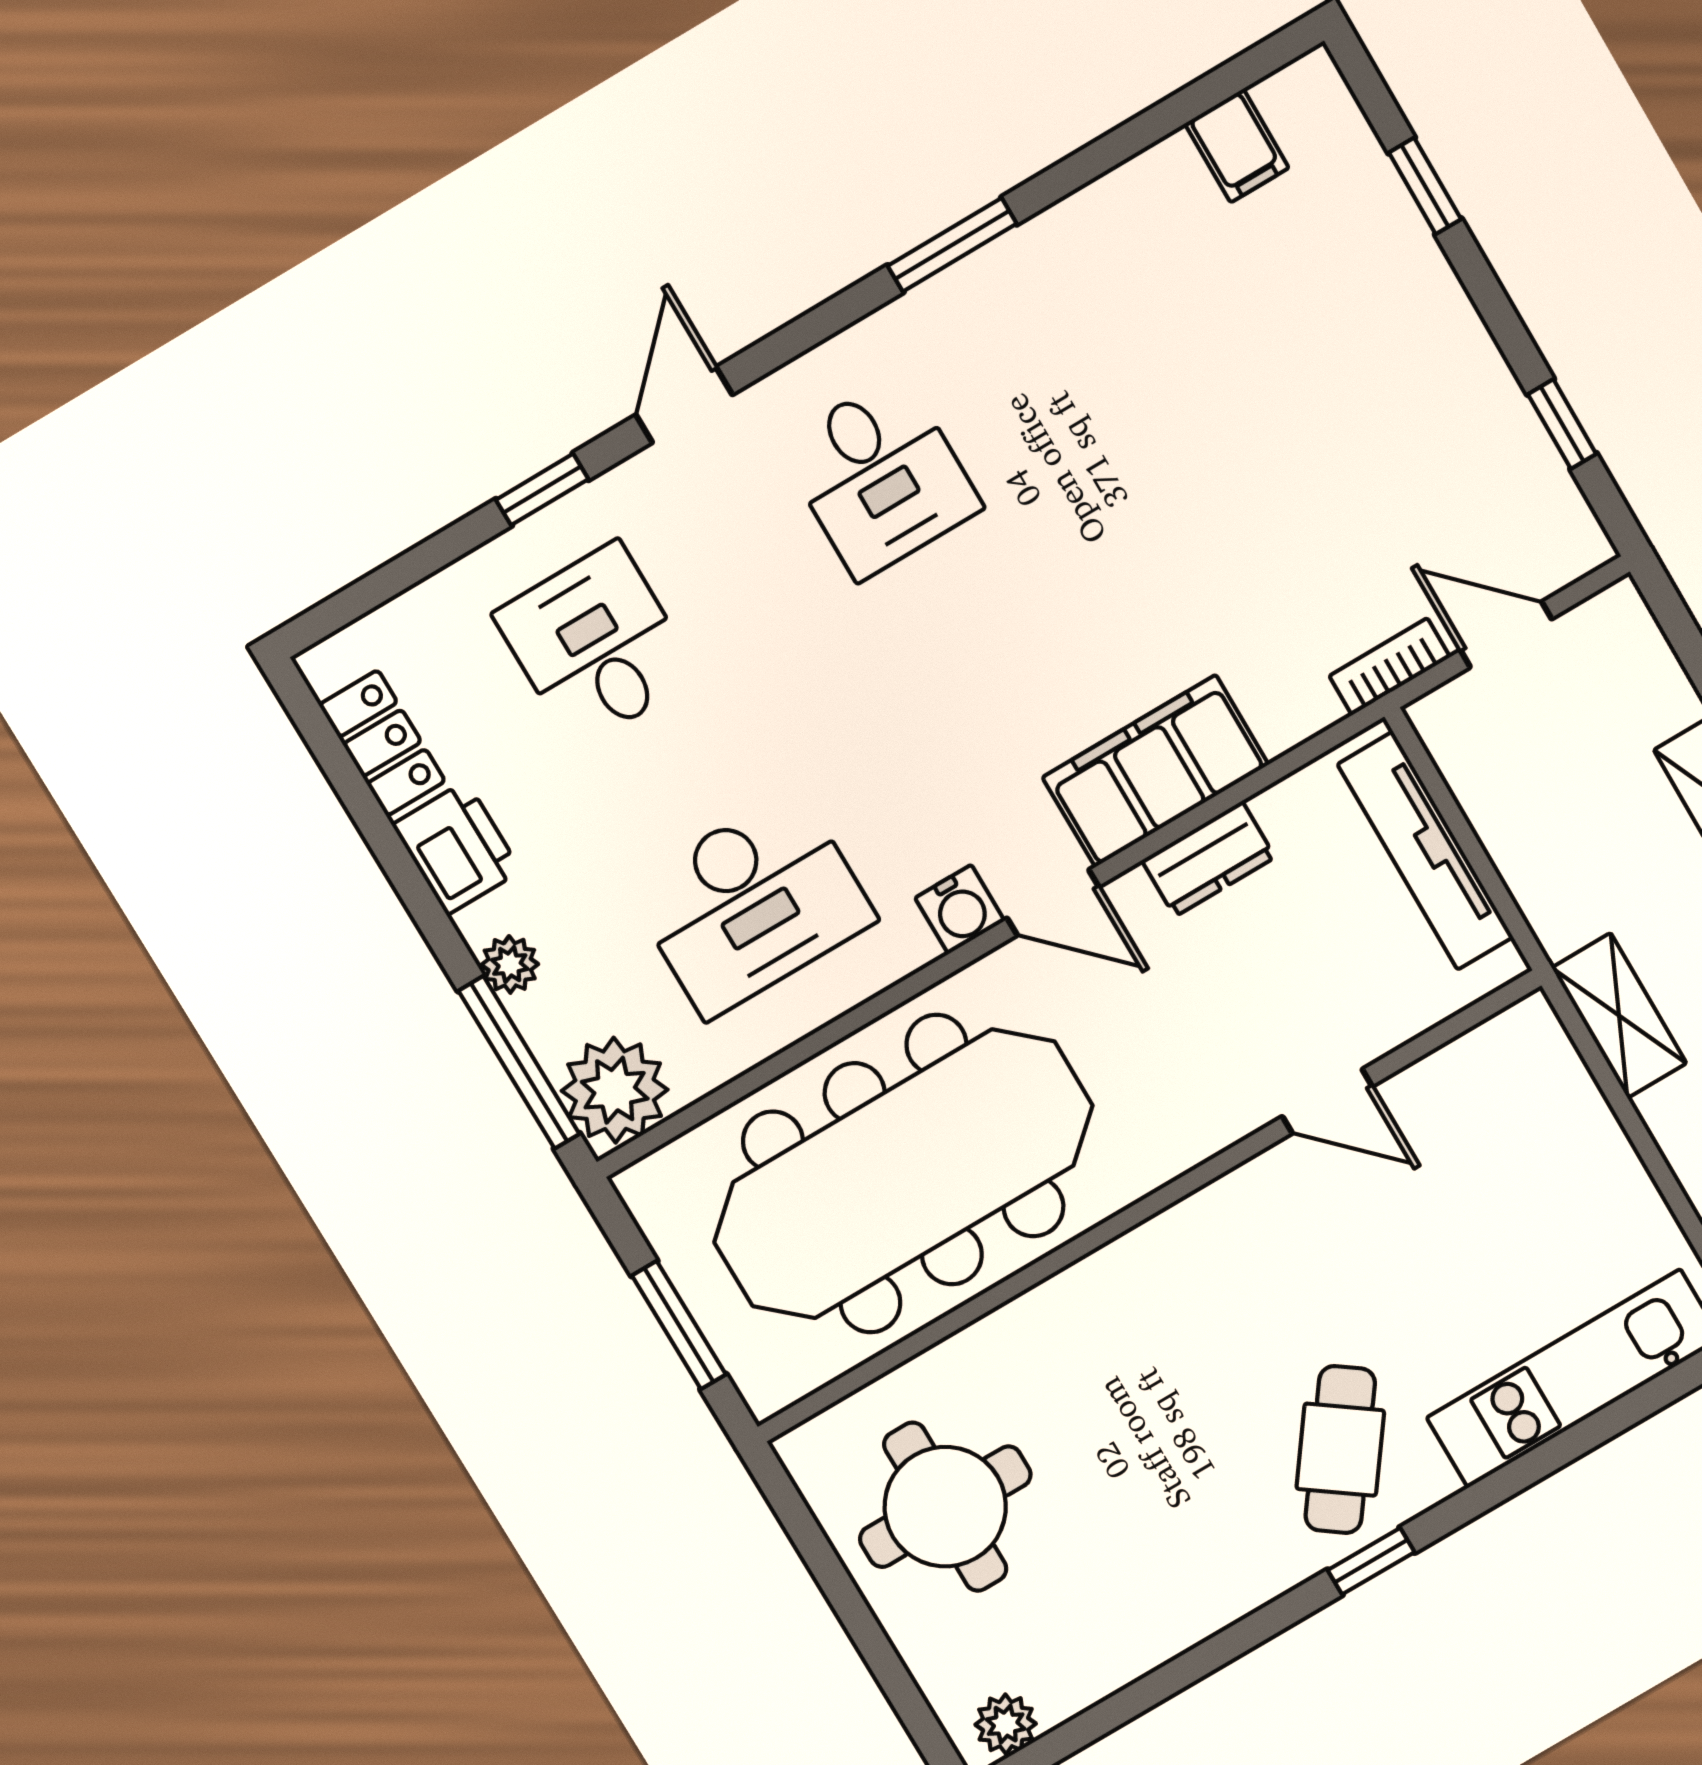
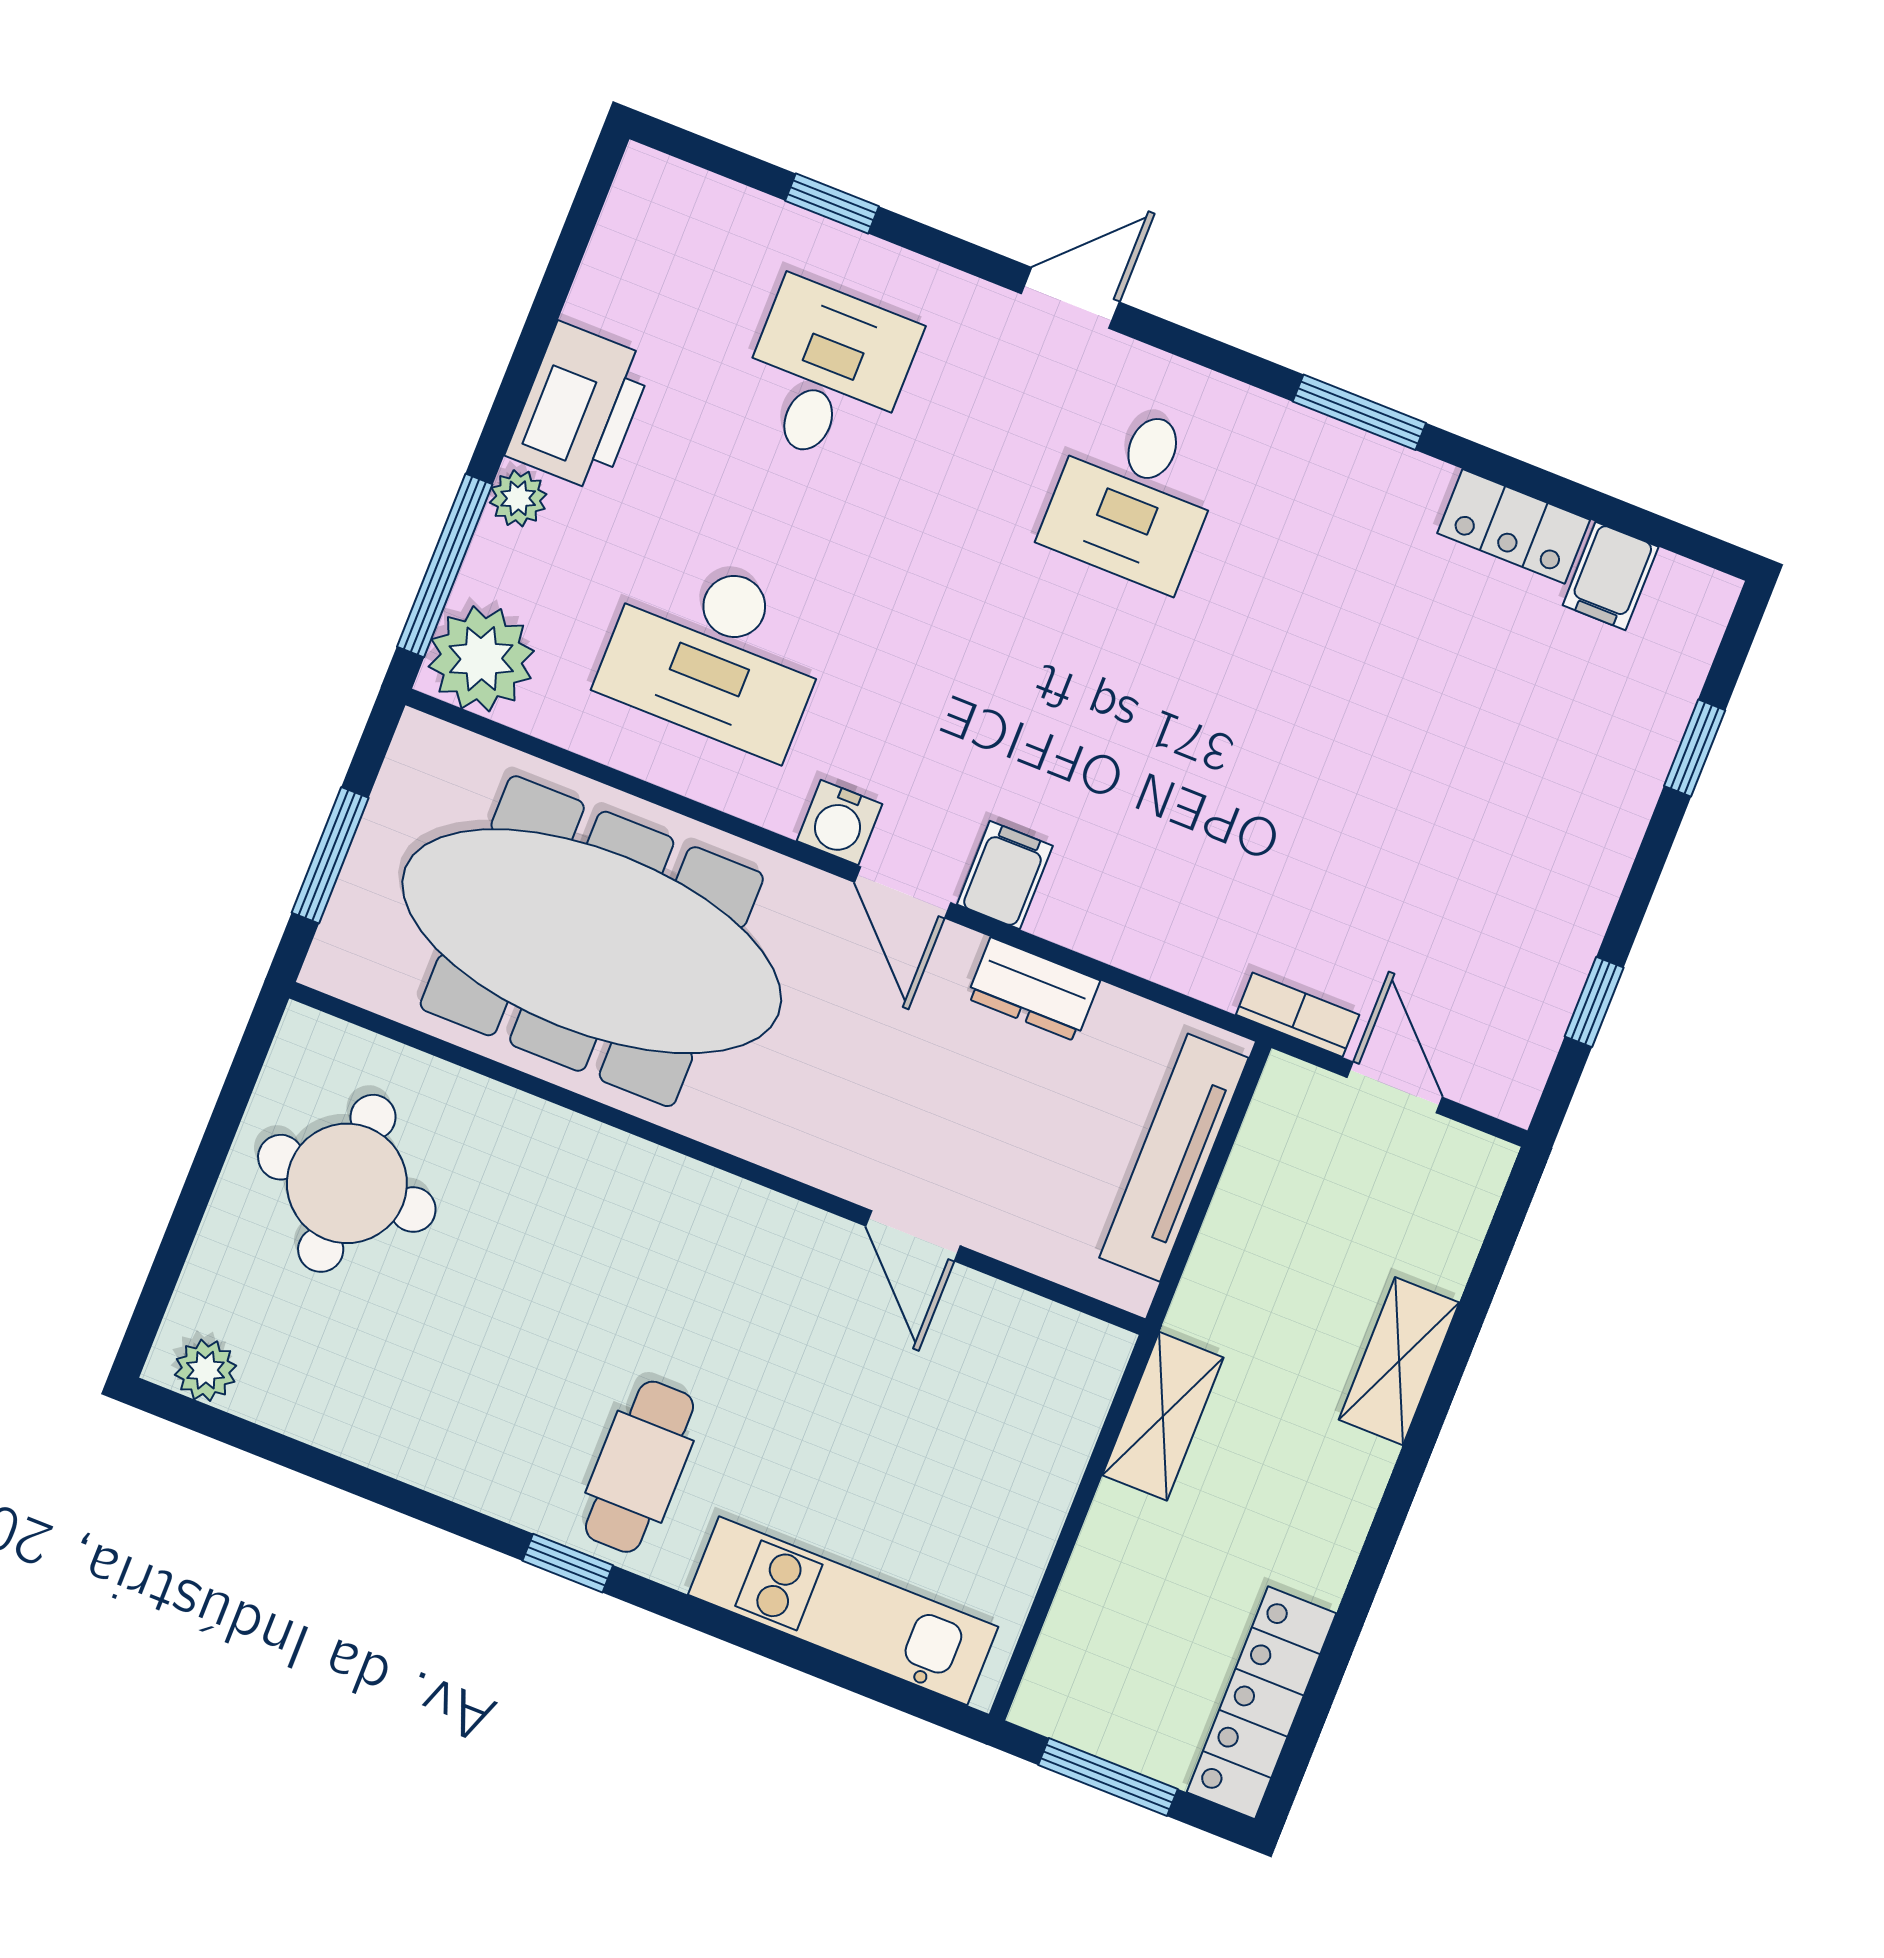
window: (542, 489) -> (832, 204), moved
locker: (382, 743) -> (1514, 526), moved, turned 90
filing cabinet: (1155, 771) -> (1005, 875), width x0.33, depth x0.86
printer: (457, 848) -> (580, 407), width x1.37, depth x1.19
cafe table: (1340, 1450) -> (640, 1467), turned -36

